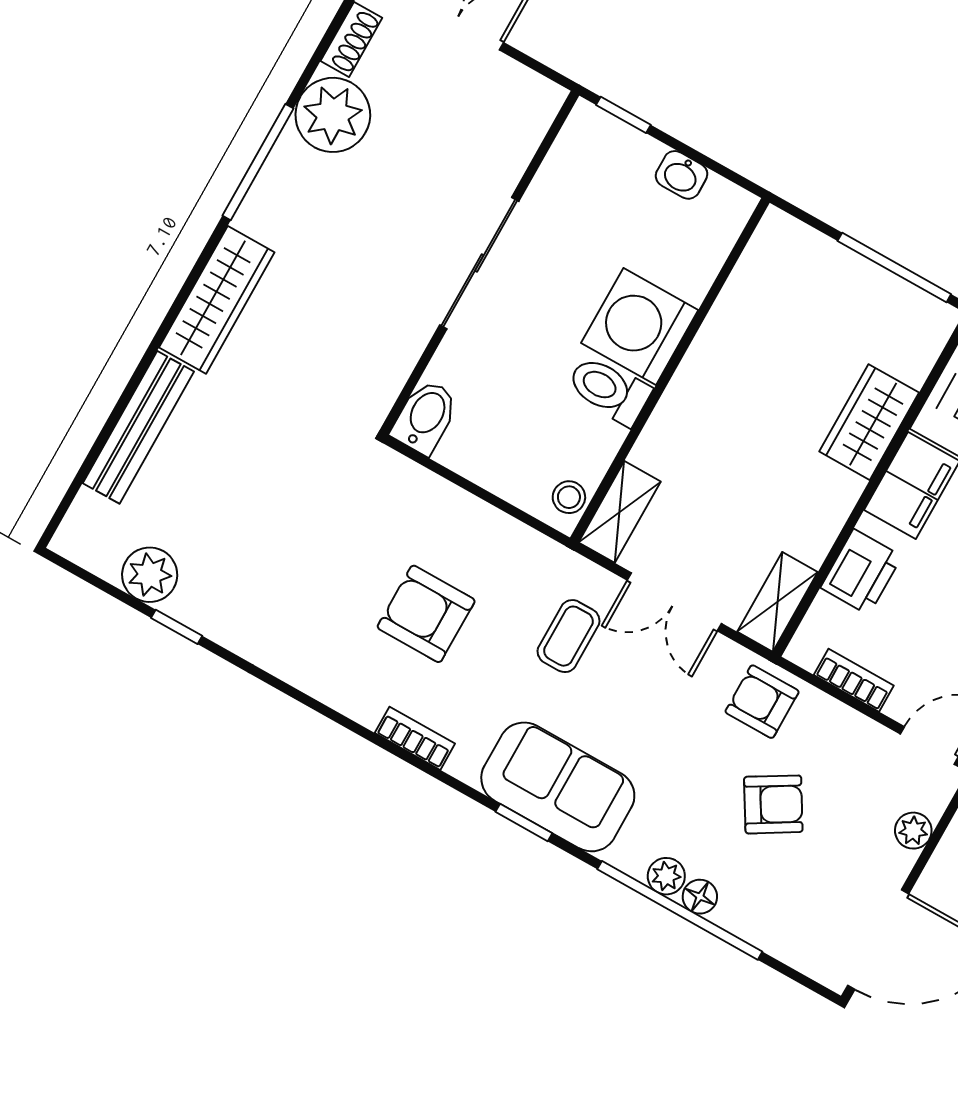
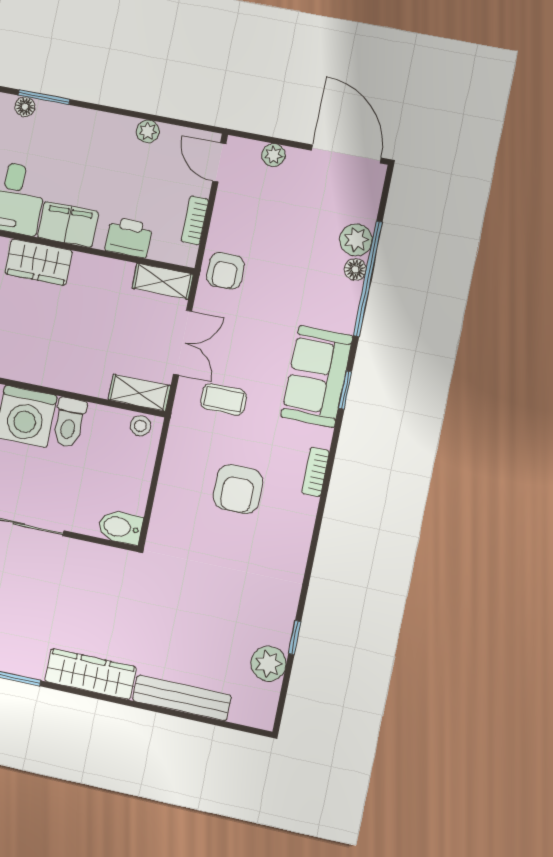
armchair: (773, 804) -> (285, 244), removed
plant: (666, 876) -> (356, 240), moved, width x1.38, depth x1.38

